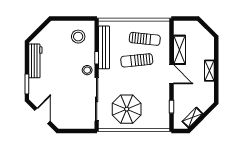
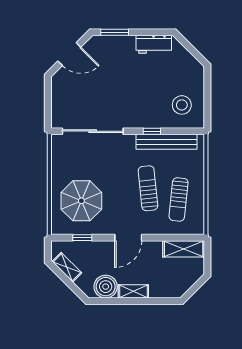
shelving: (180, 50) -> (184, 249), moved
workbench: (35, 61) -> (154, 44), width x0.73
stool: (87, 70) -> (134, 118), removed
boiler: (206, 90) -> (106, 287), added
parasol: (127, 109) -> (81, 201), moved

